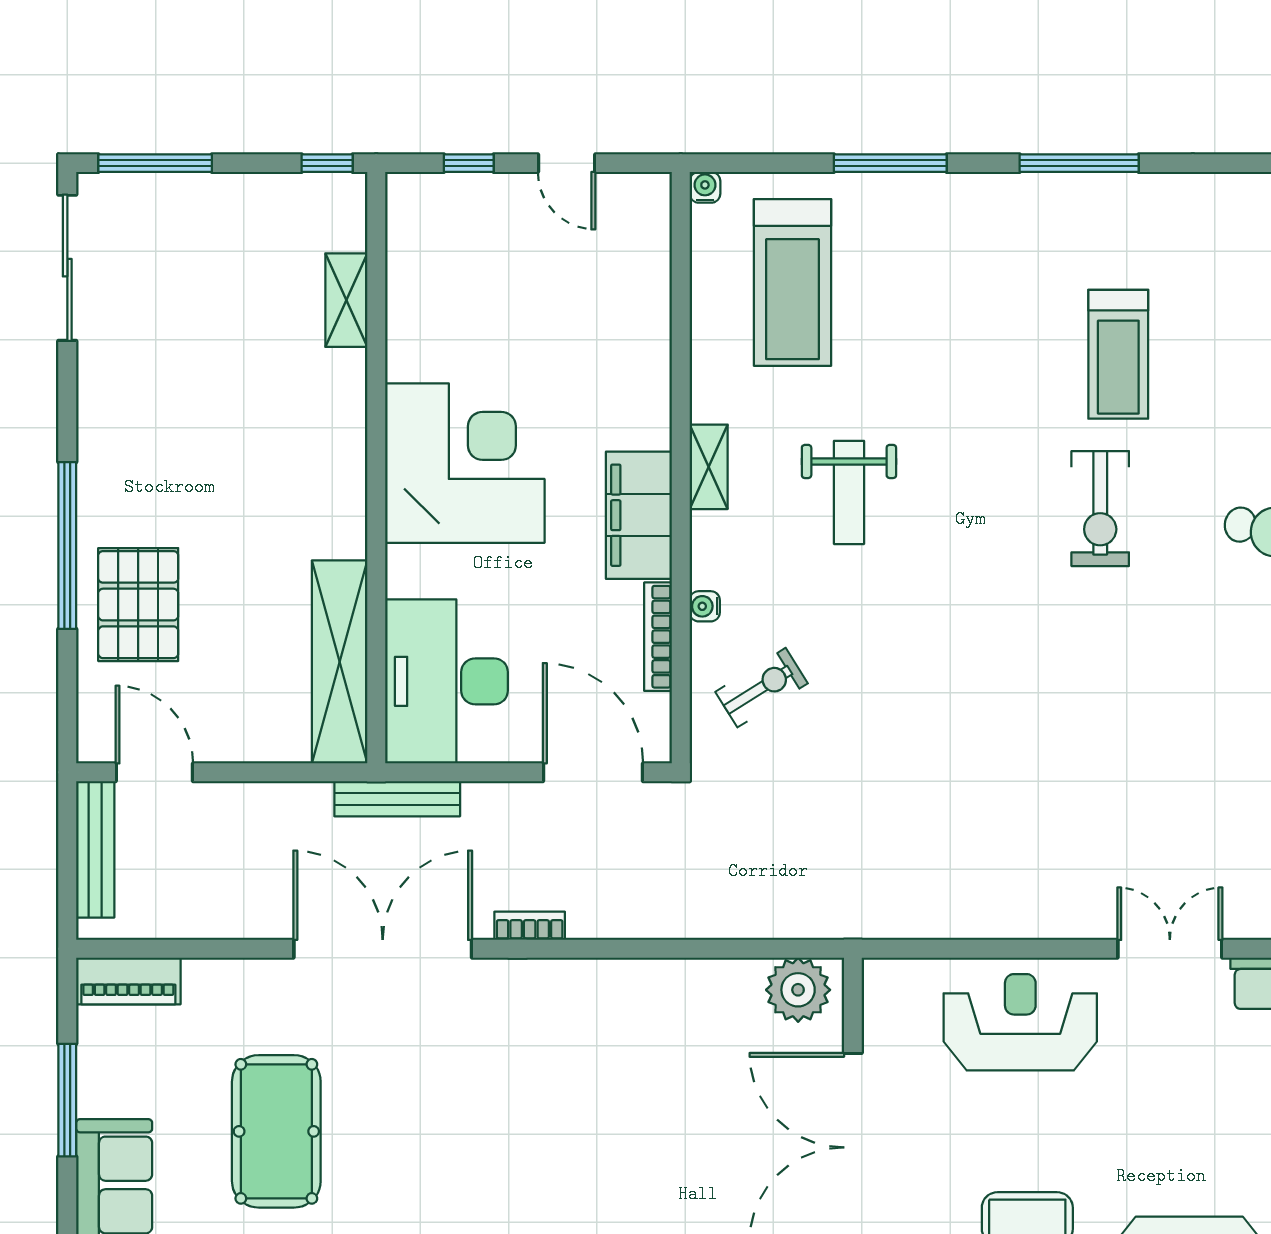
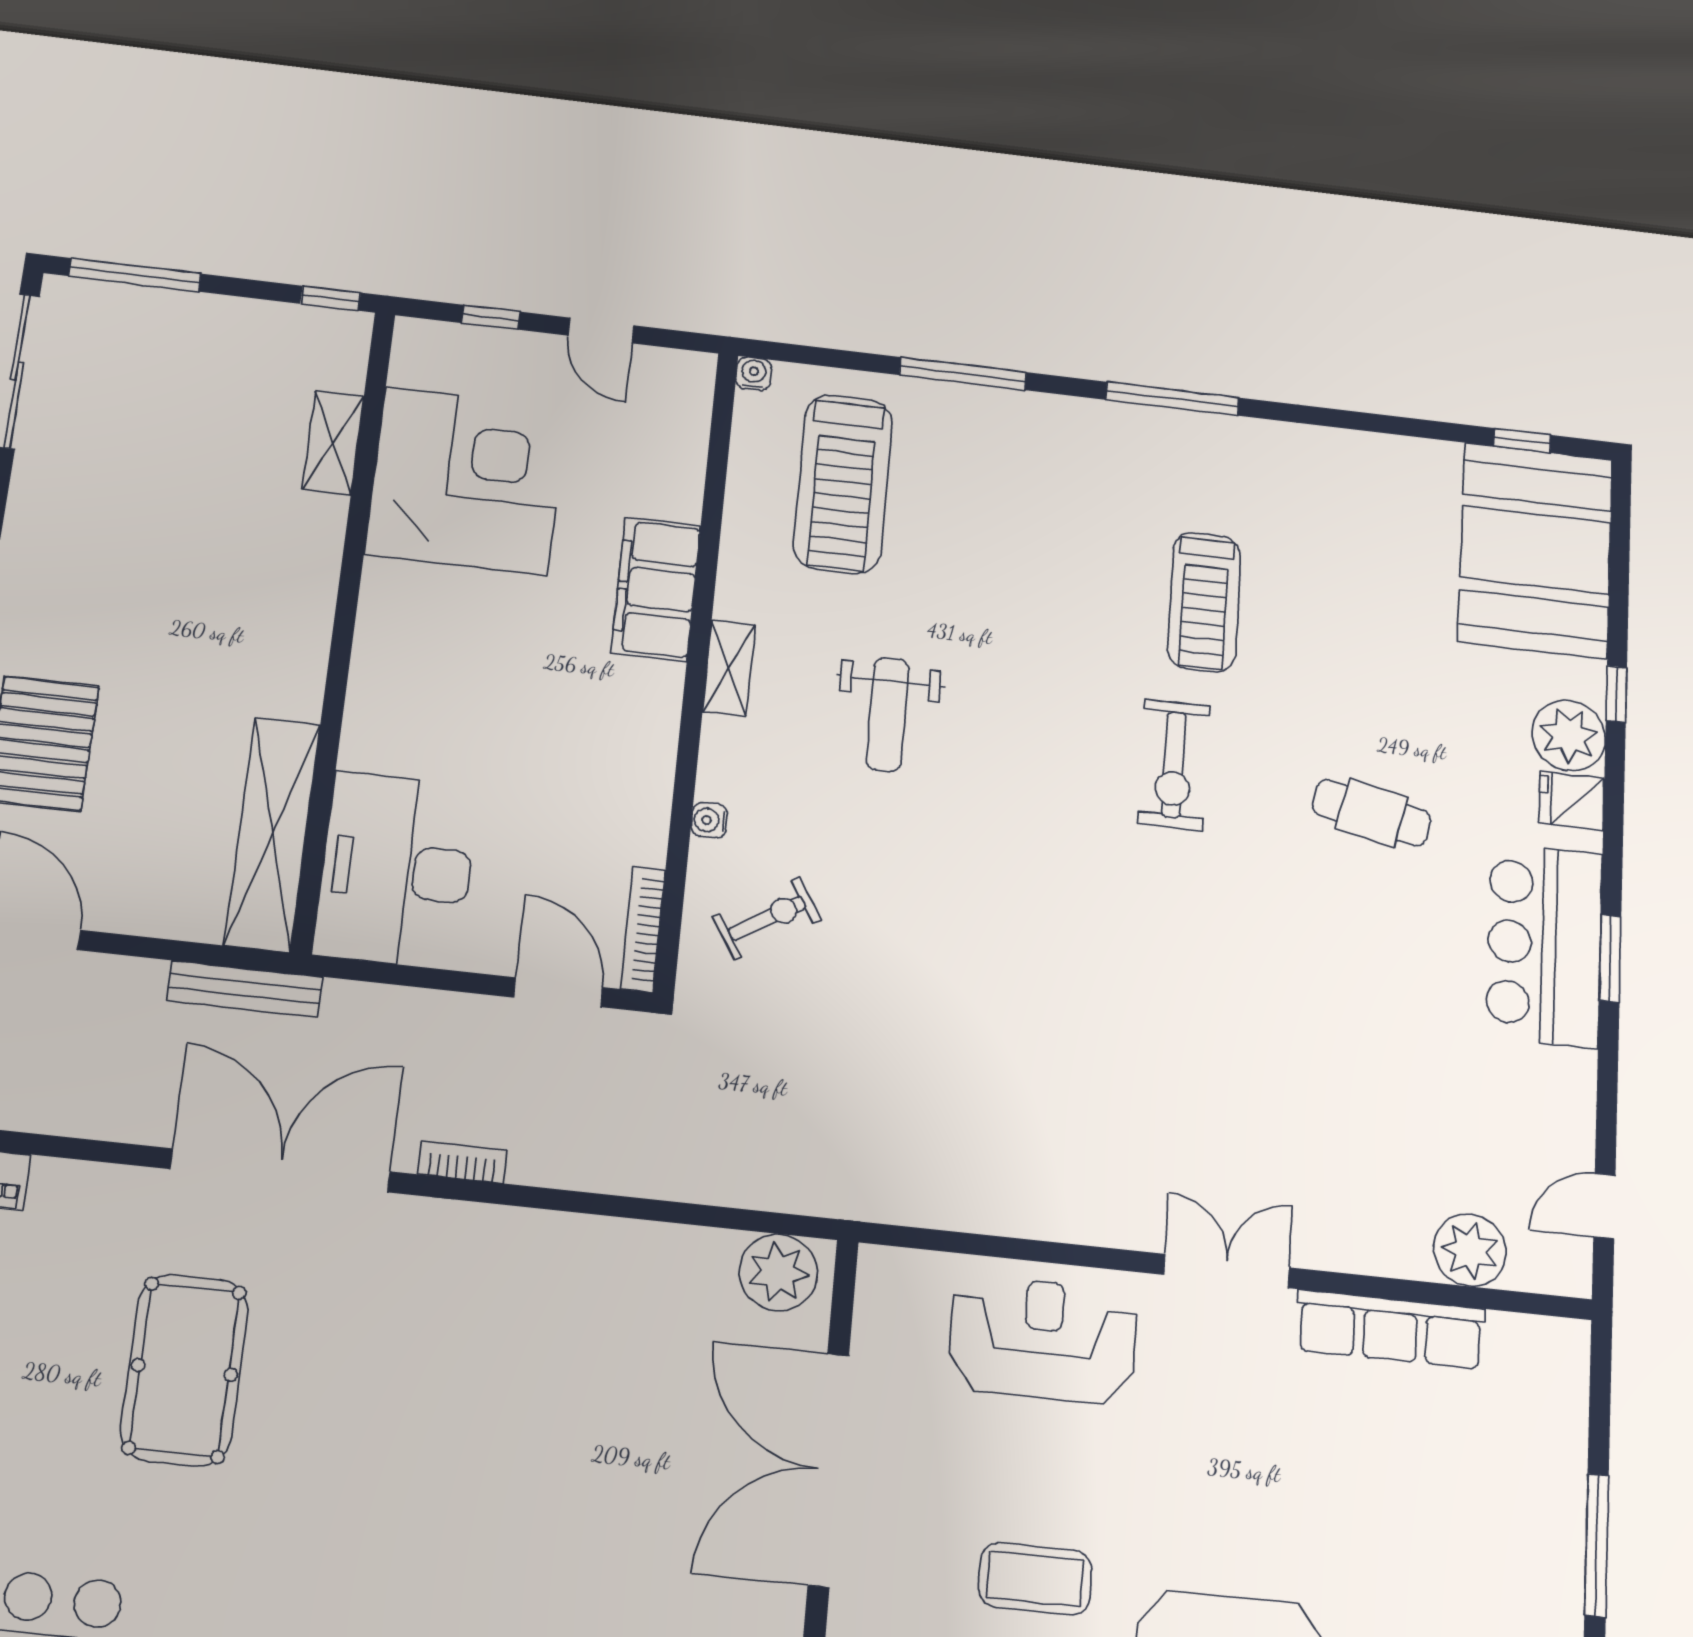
corner desk: (465, 463) -> (466, 481), moved
filing cabinet: (639, 515) -> (656, 589), moved
bookcase: (658, 637) -> (643, 929), moved
door: (593, 772) -> (558, 992), width x0.73
bench: (397, 799) -> (245, 989), moved
pool table: (276, 1131) -> (184, 1370), moved

